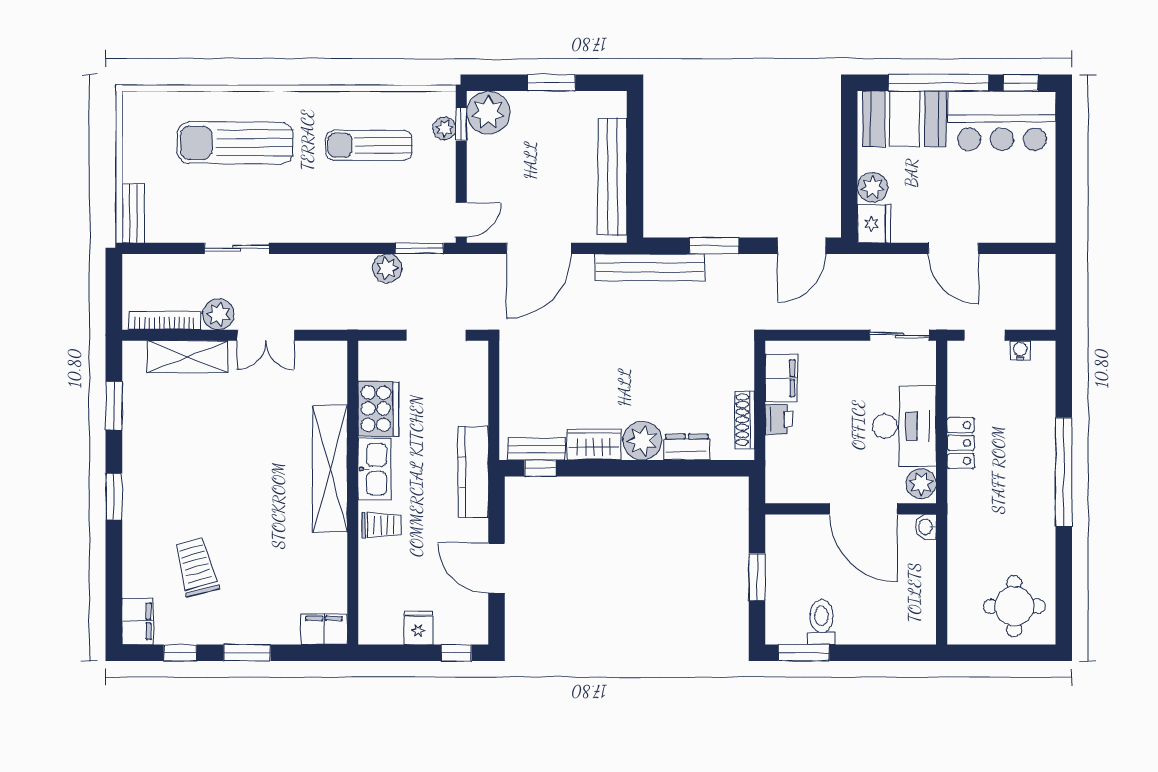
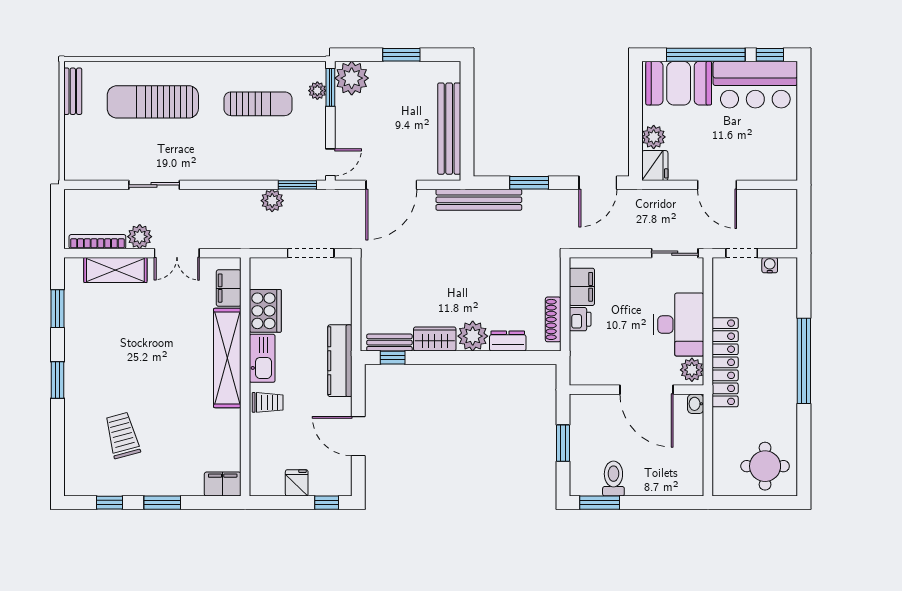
window: (461, 124) -> (330, 87), width x1.50
sun lounger: (369, 145) -> (258, 104), turned 180
bench: (133, 213) -> (73, 91), moved
locker: (961, 443) -> (725, 362), width x2.16, depth x1.21
filing cabinet: (138, 621) -> (229, 288), moved, turned 180

